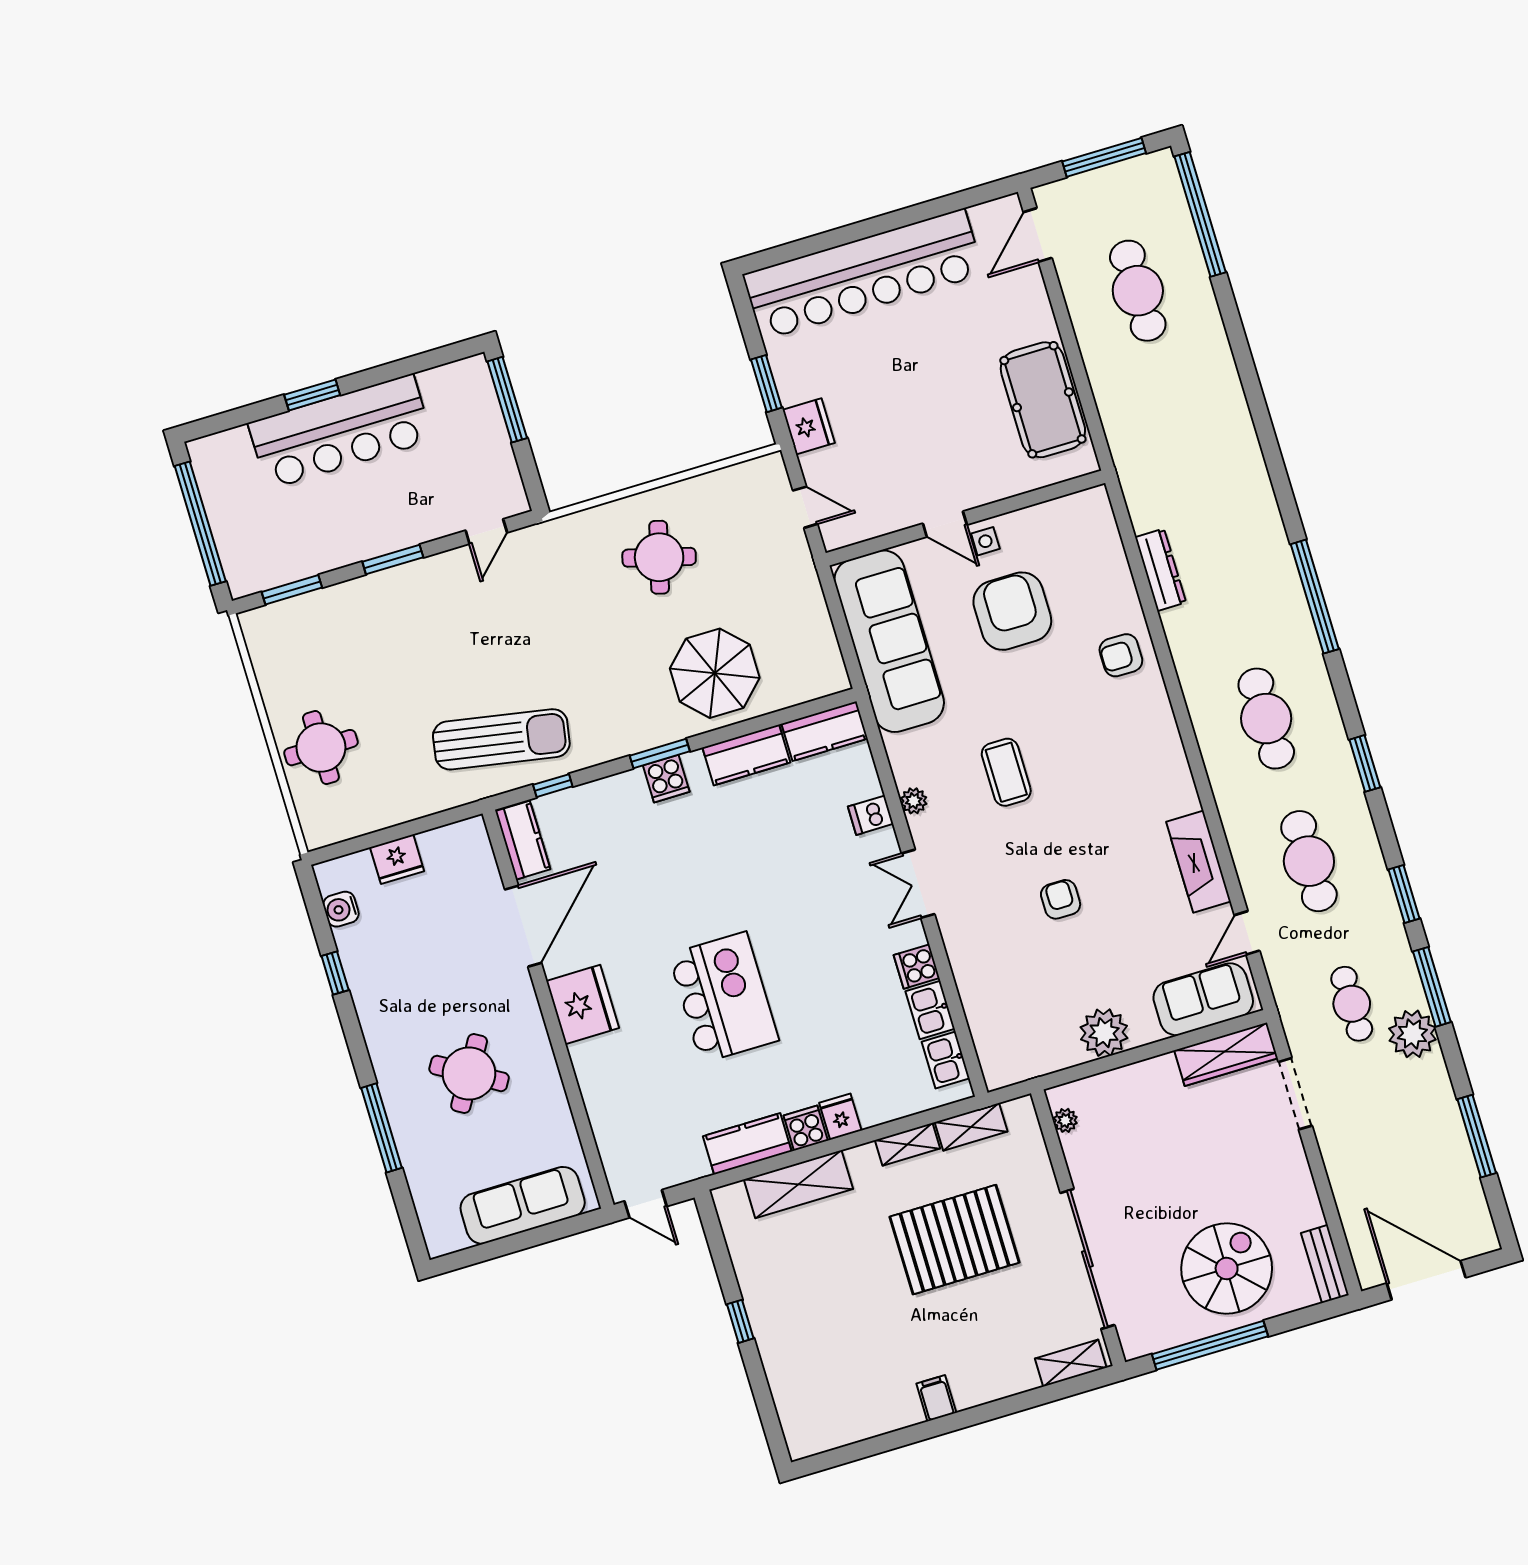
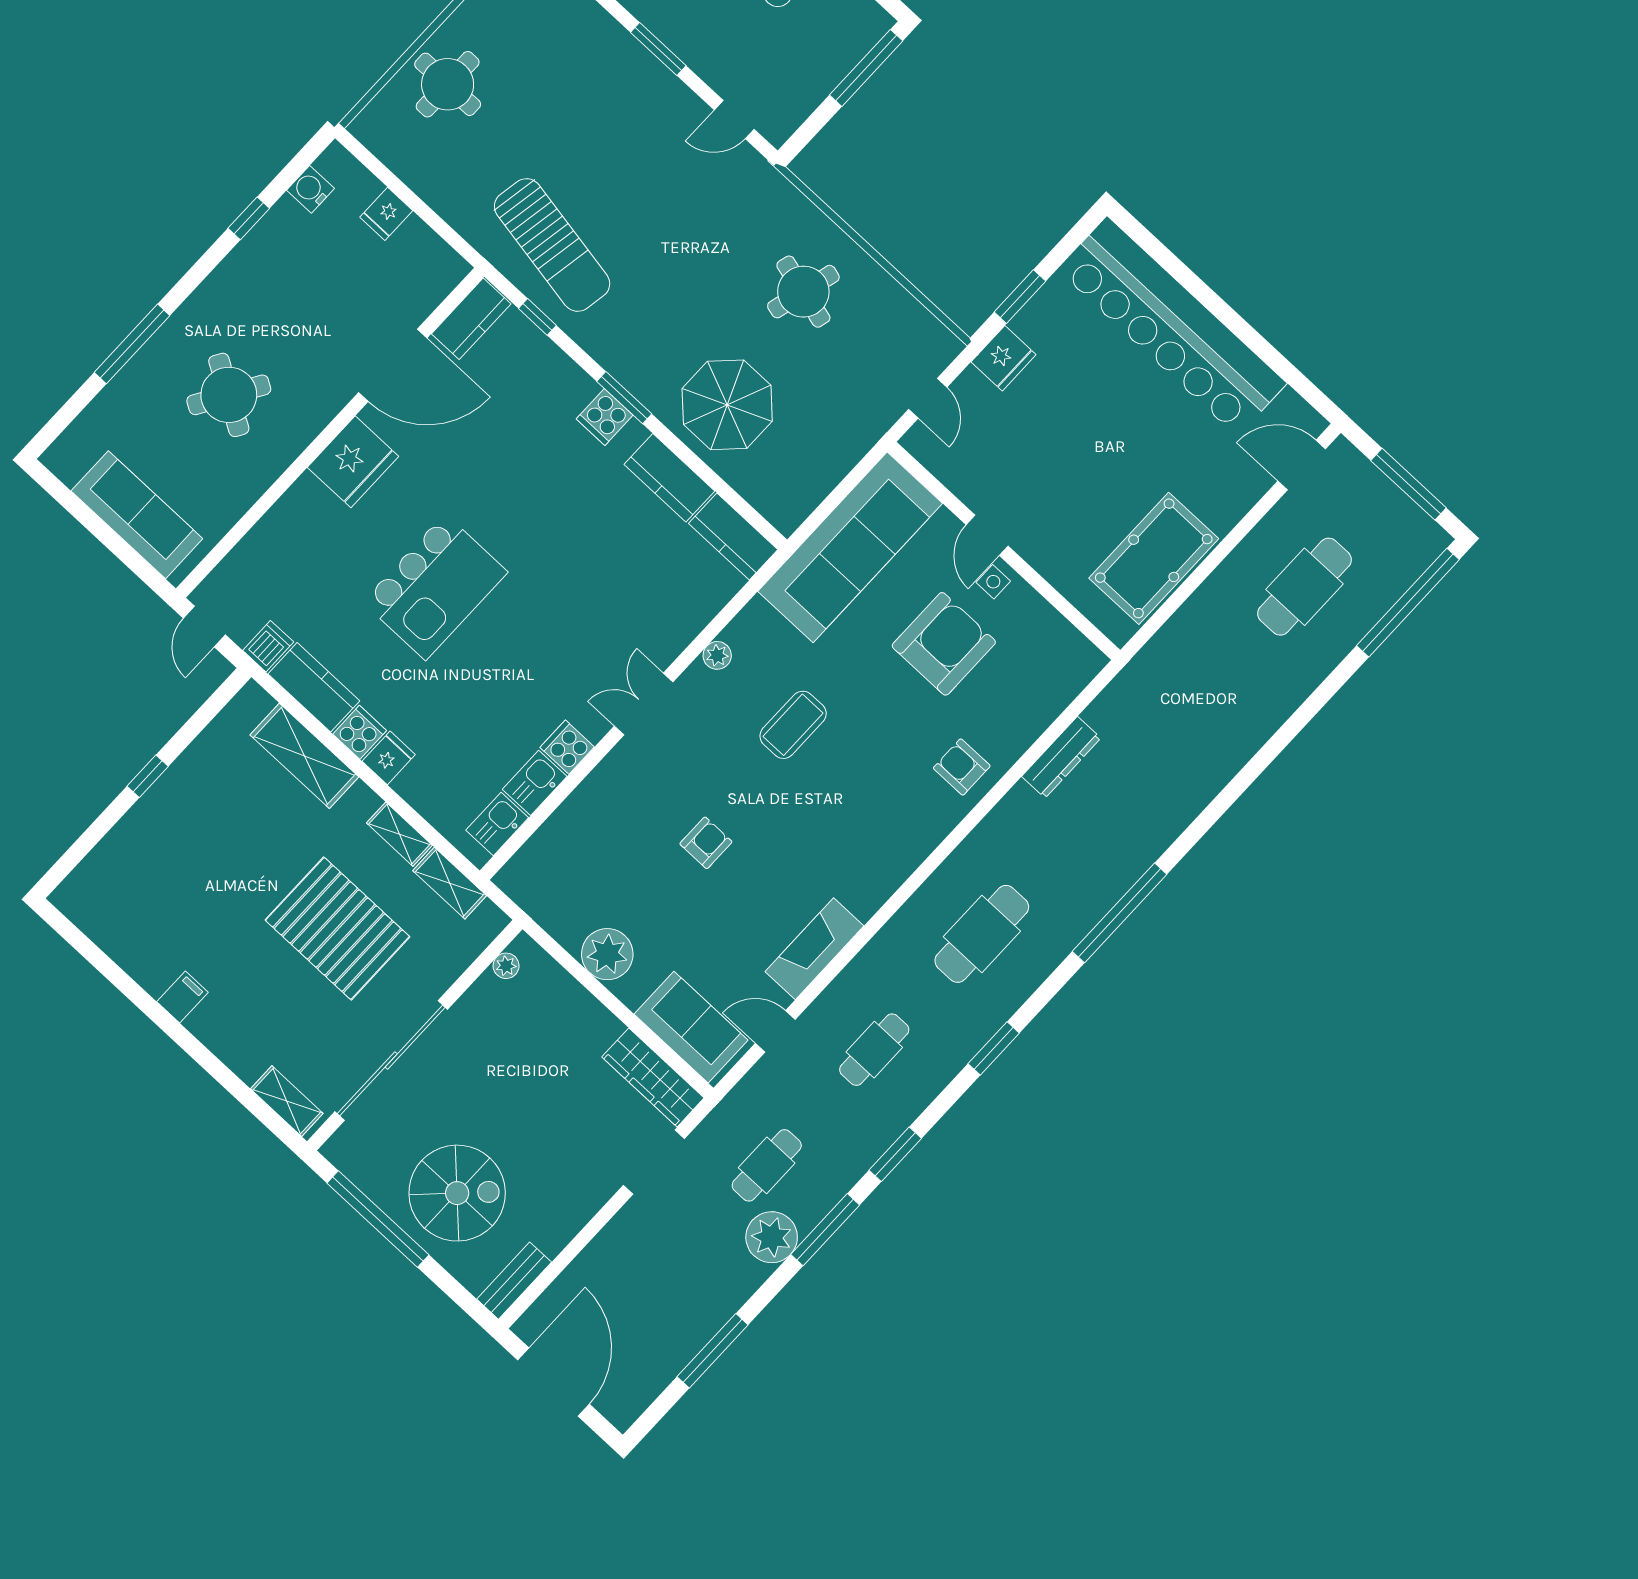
dishwasher: (871, 815) -> (268, 646), moved, turned 90
fridge: (397, 859) -> (386, 214), width x0.72
cafe table: (1309, 861) -> (874, 1050), width x0.73, depth x0.74

